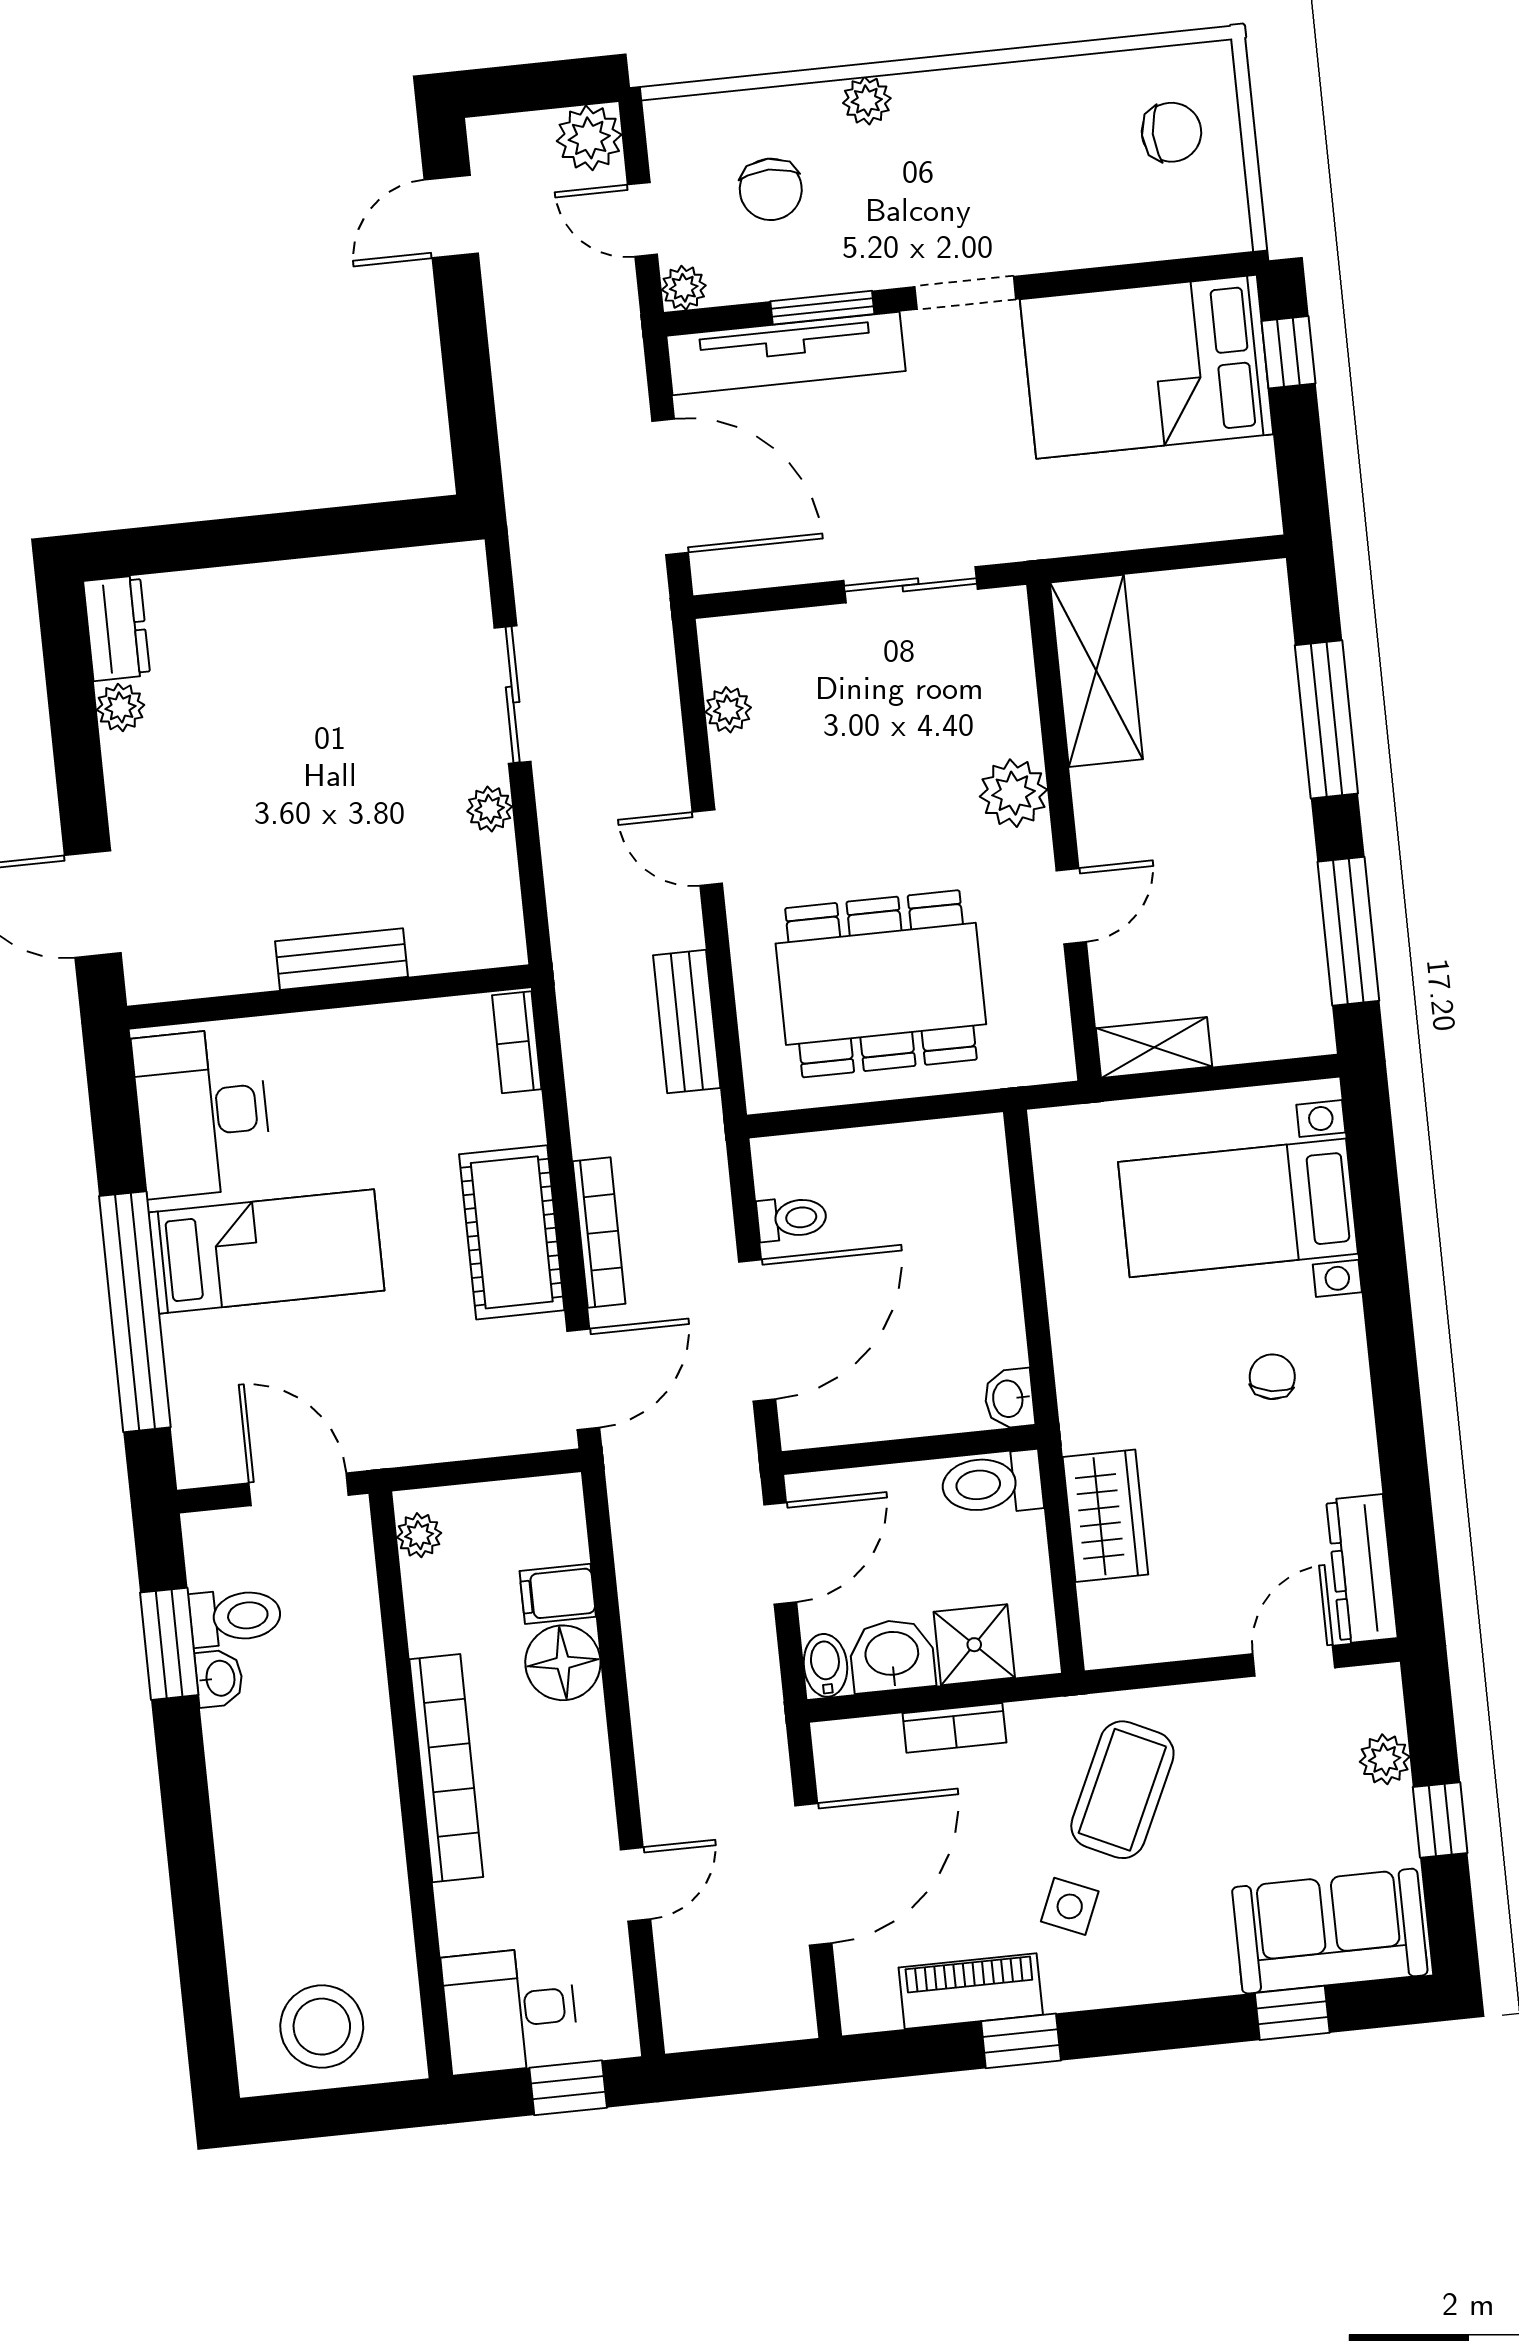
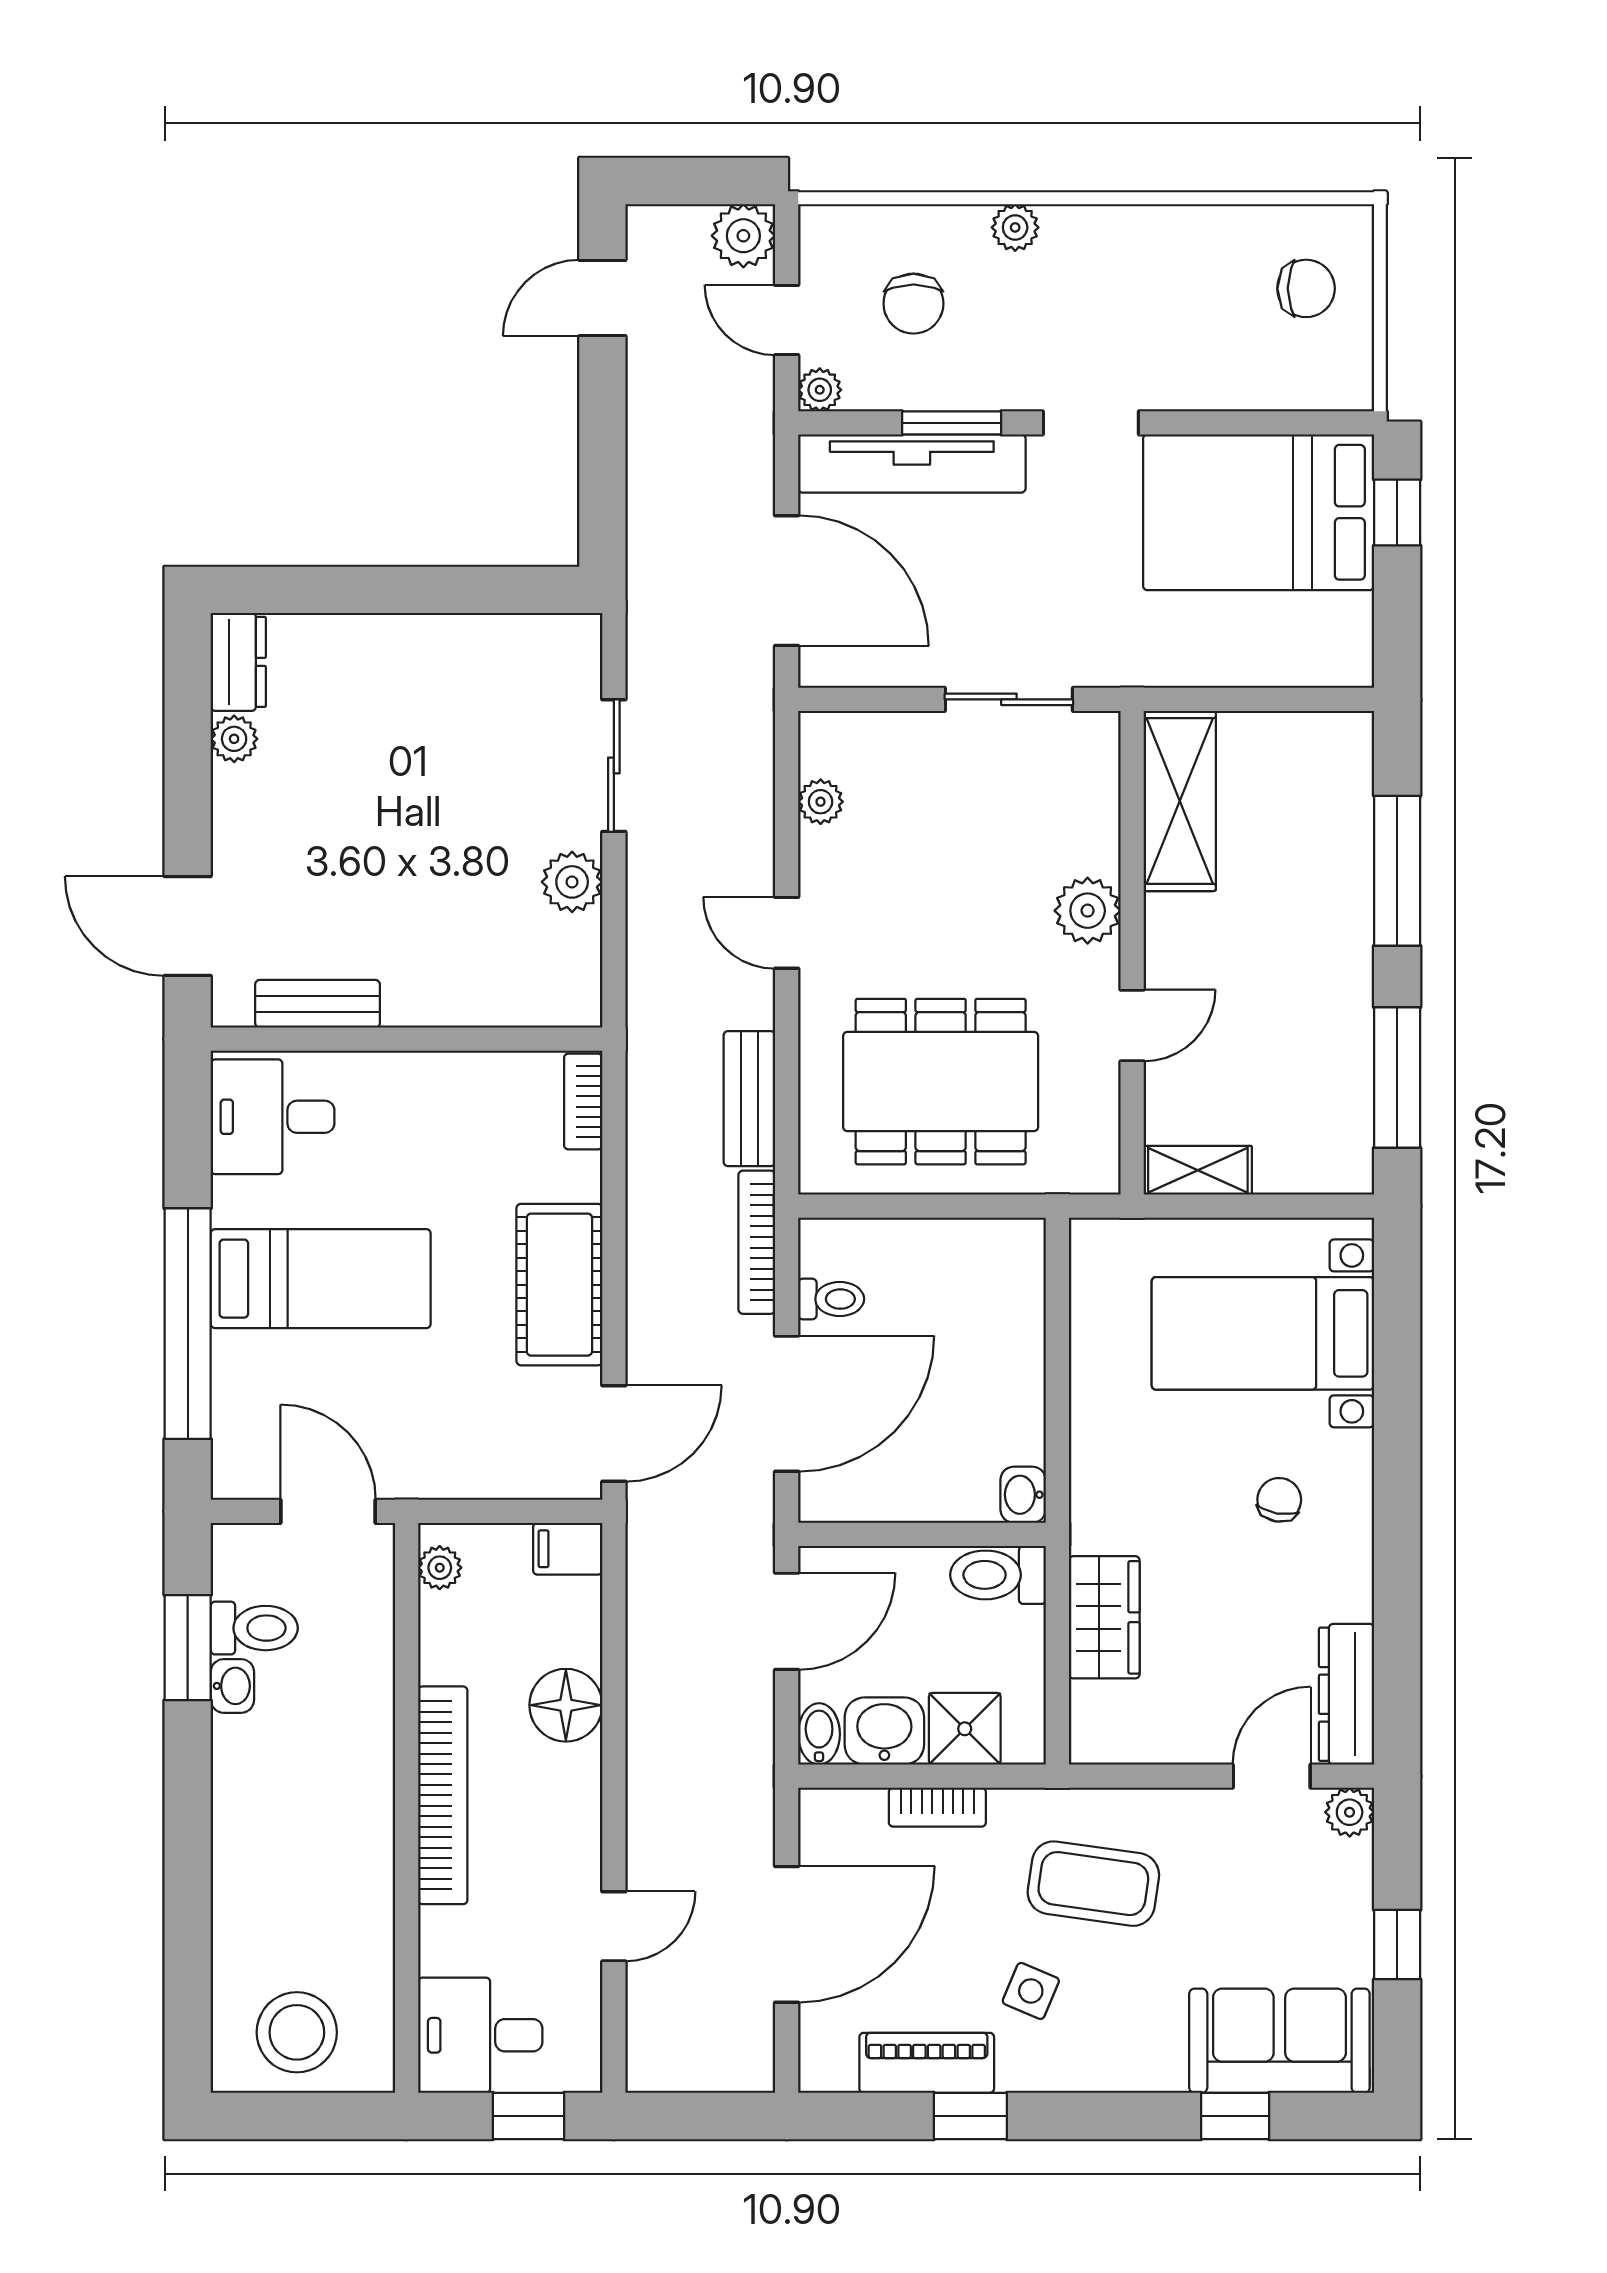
plant: (490, 809) -> (572, 882), width x1.38, depth x1.38
bench: (342, 959) -> (318, 1004), moved
desk: (202, 1113) -> (273, 1117), width x0.73
bookcase: (599, 1233) -> (757, 1242), moved, turned 180
filing cabinet: (558, 1594) -> (568, 1549), moved
plant: (1385, 1759) -> (1350, 1812), moved
coffee table: (1122, 1790) -> (1093, 1884), turned 73

